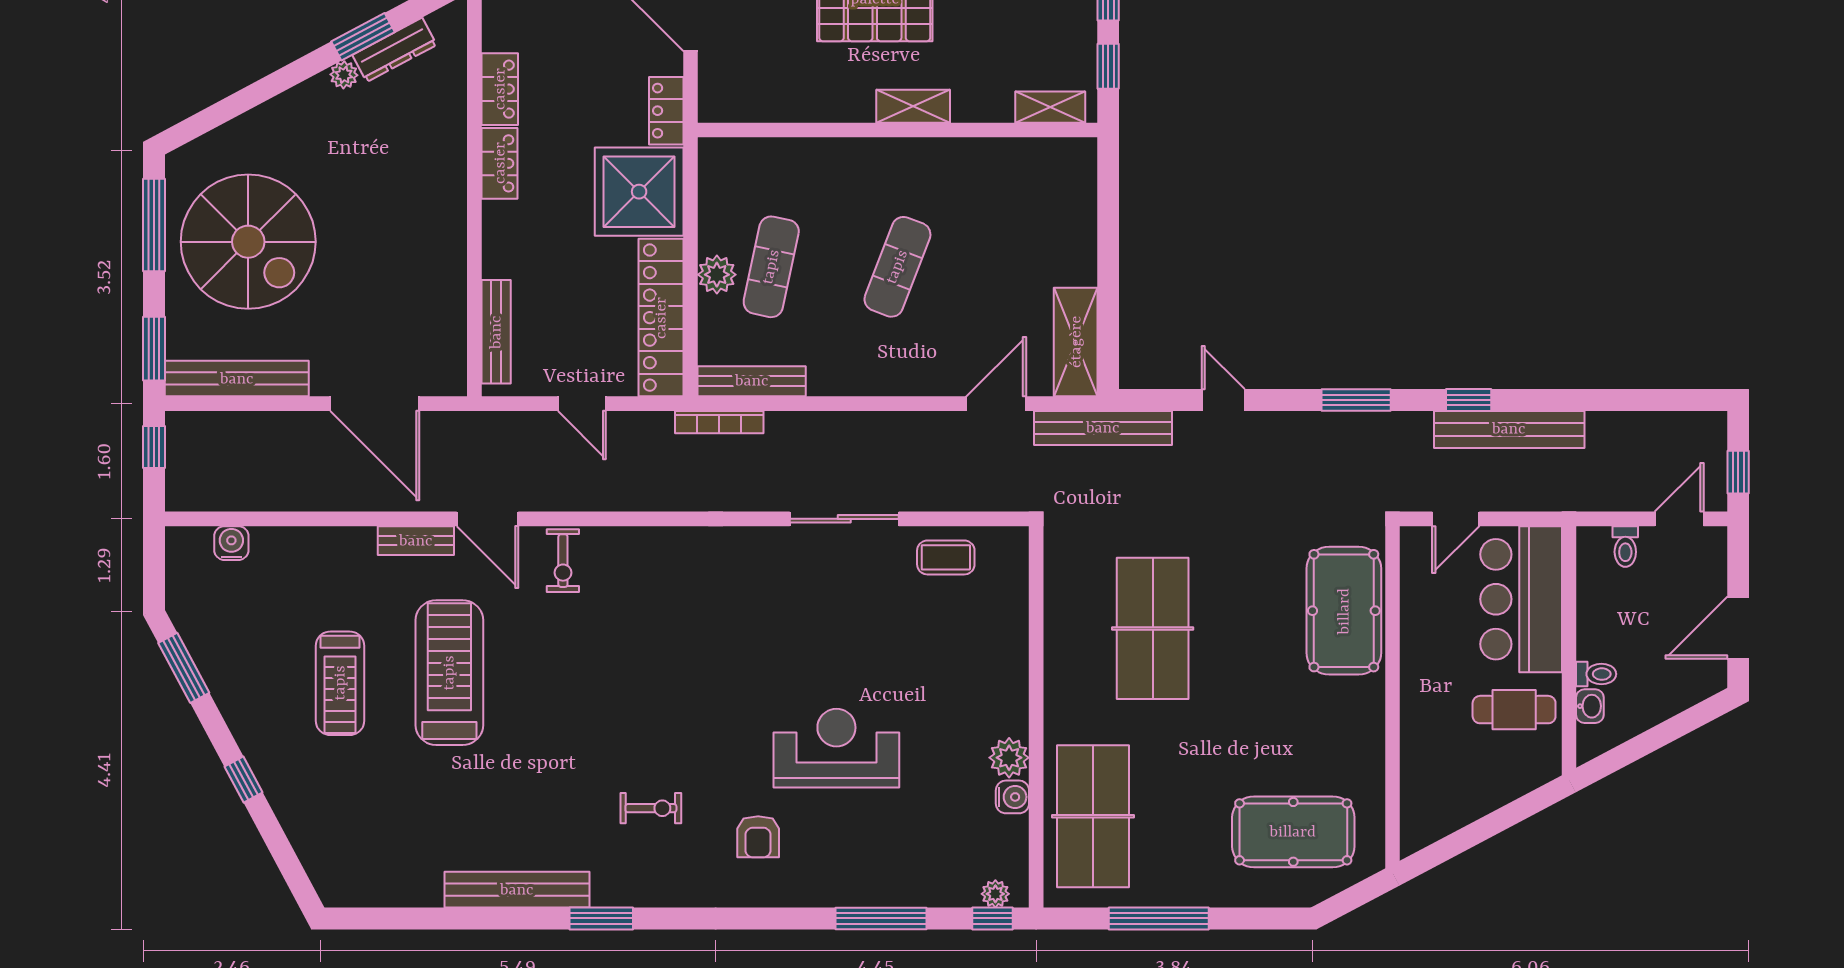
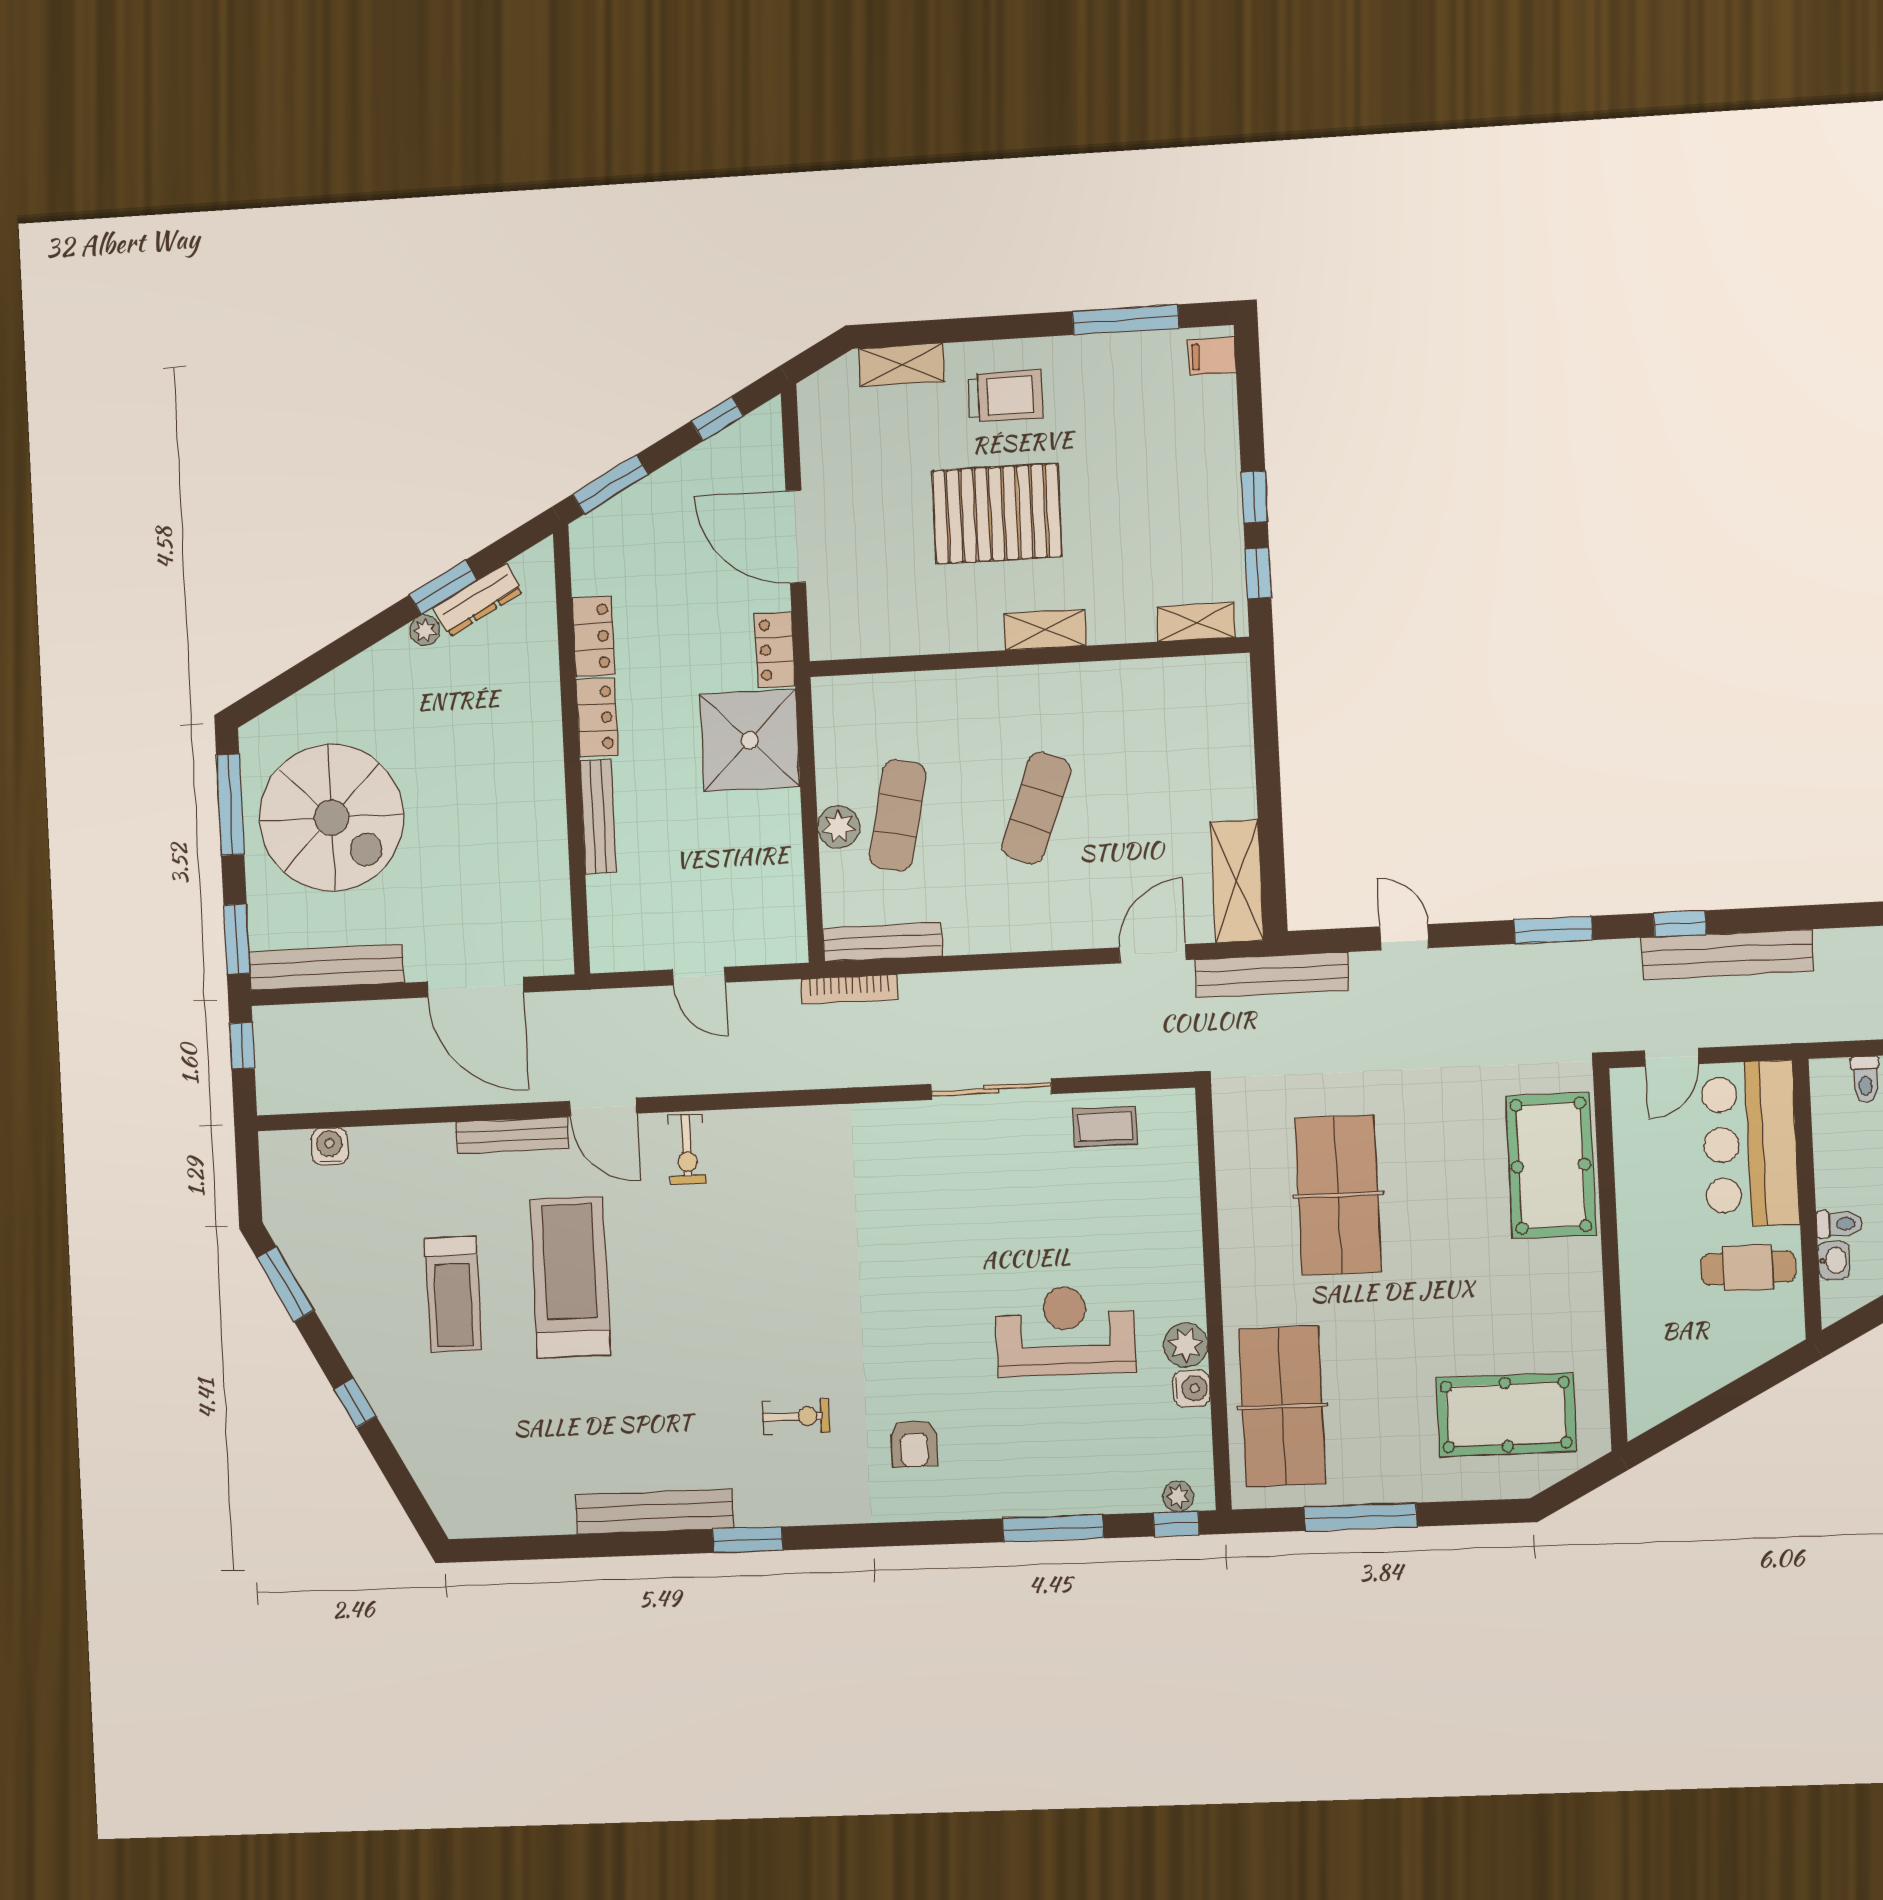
locker: (661, 318) -> (780, 877), removed
bench: (496, 332) -> (598, 816), moved
bench: (416, 541) -> (512, 1135), width x1.36
reception desk: (836, 748) -> (1065, 1331), moved

